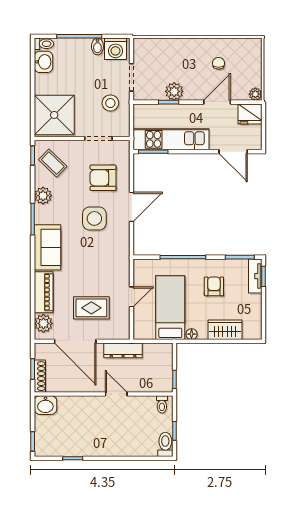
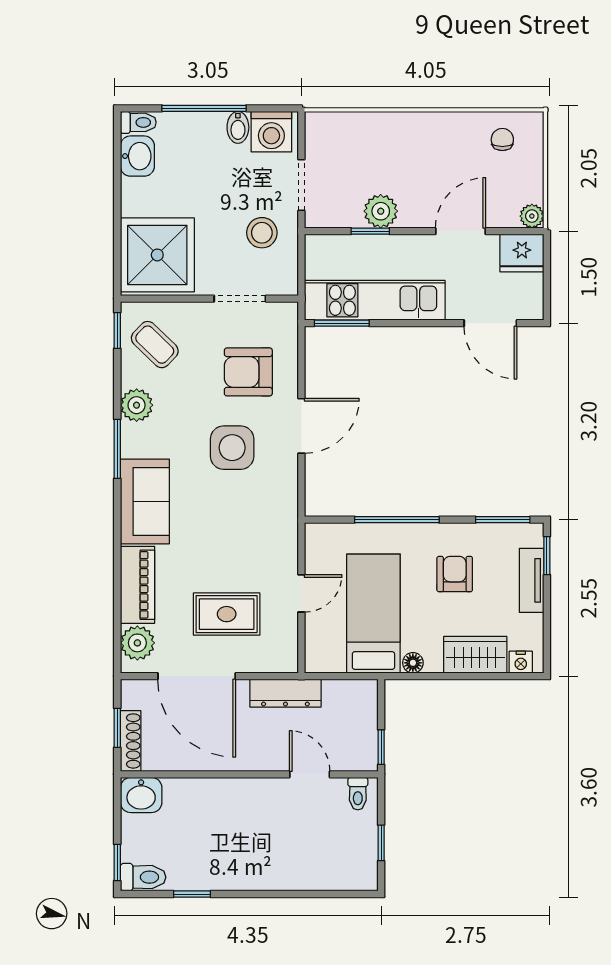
chair: (219, 63) -> (502, 140), moved
tv unit: (255, 276) -> (532, 580), moved
nightstand: (249, 334) -> (521, 662), added
door: (116, 394) -> (310, 774), moved
toilet: (165, 444) -> (143, 877), moved, turned 90

